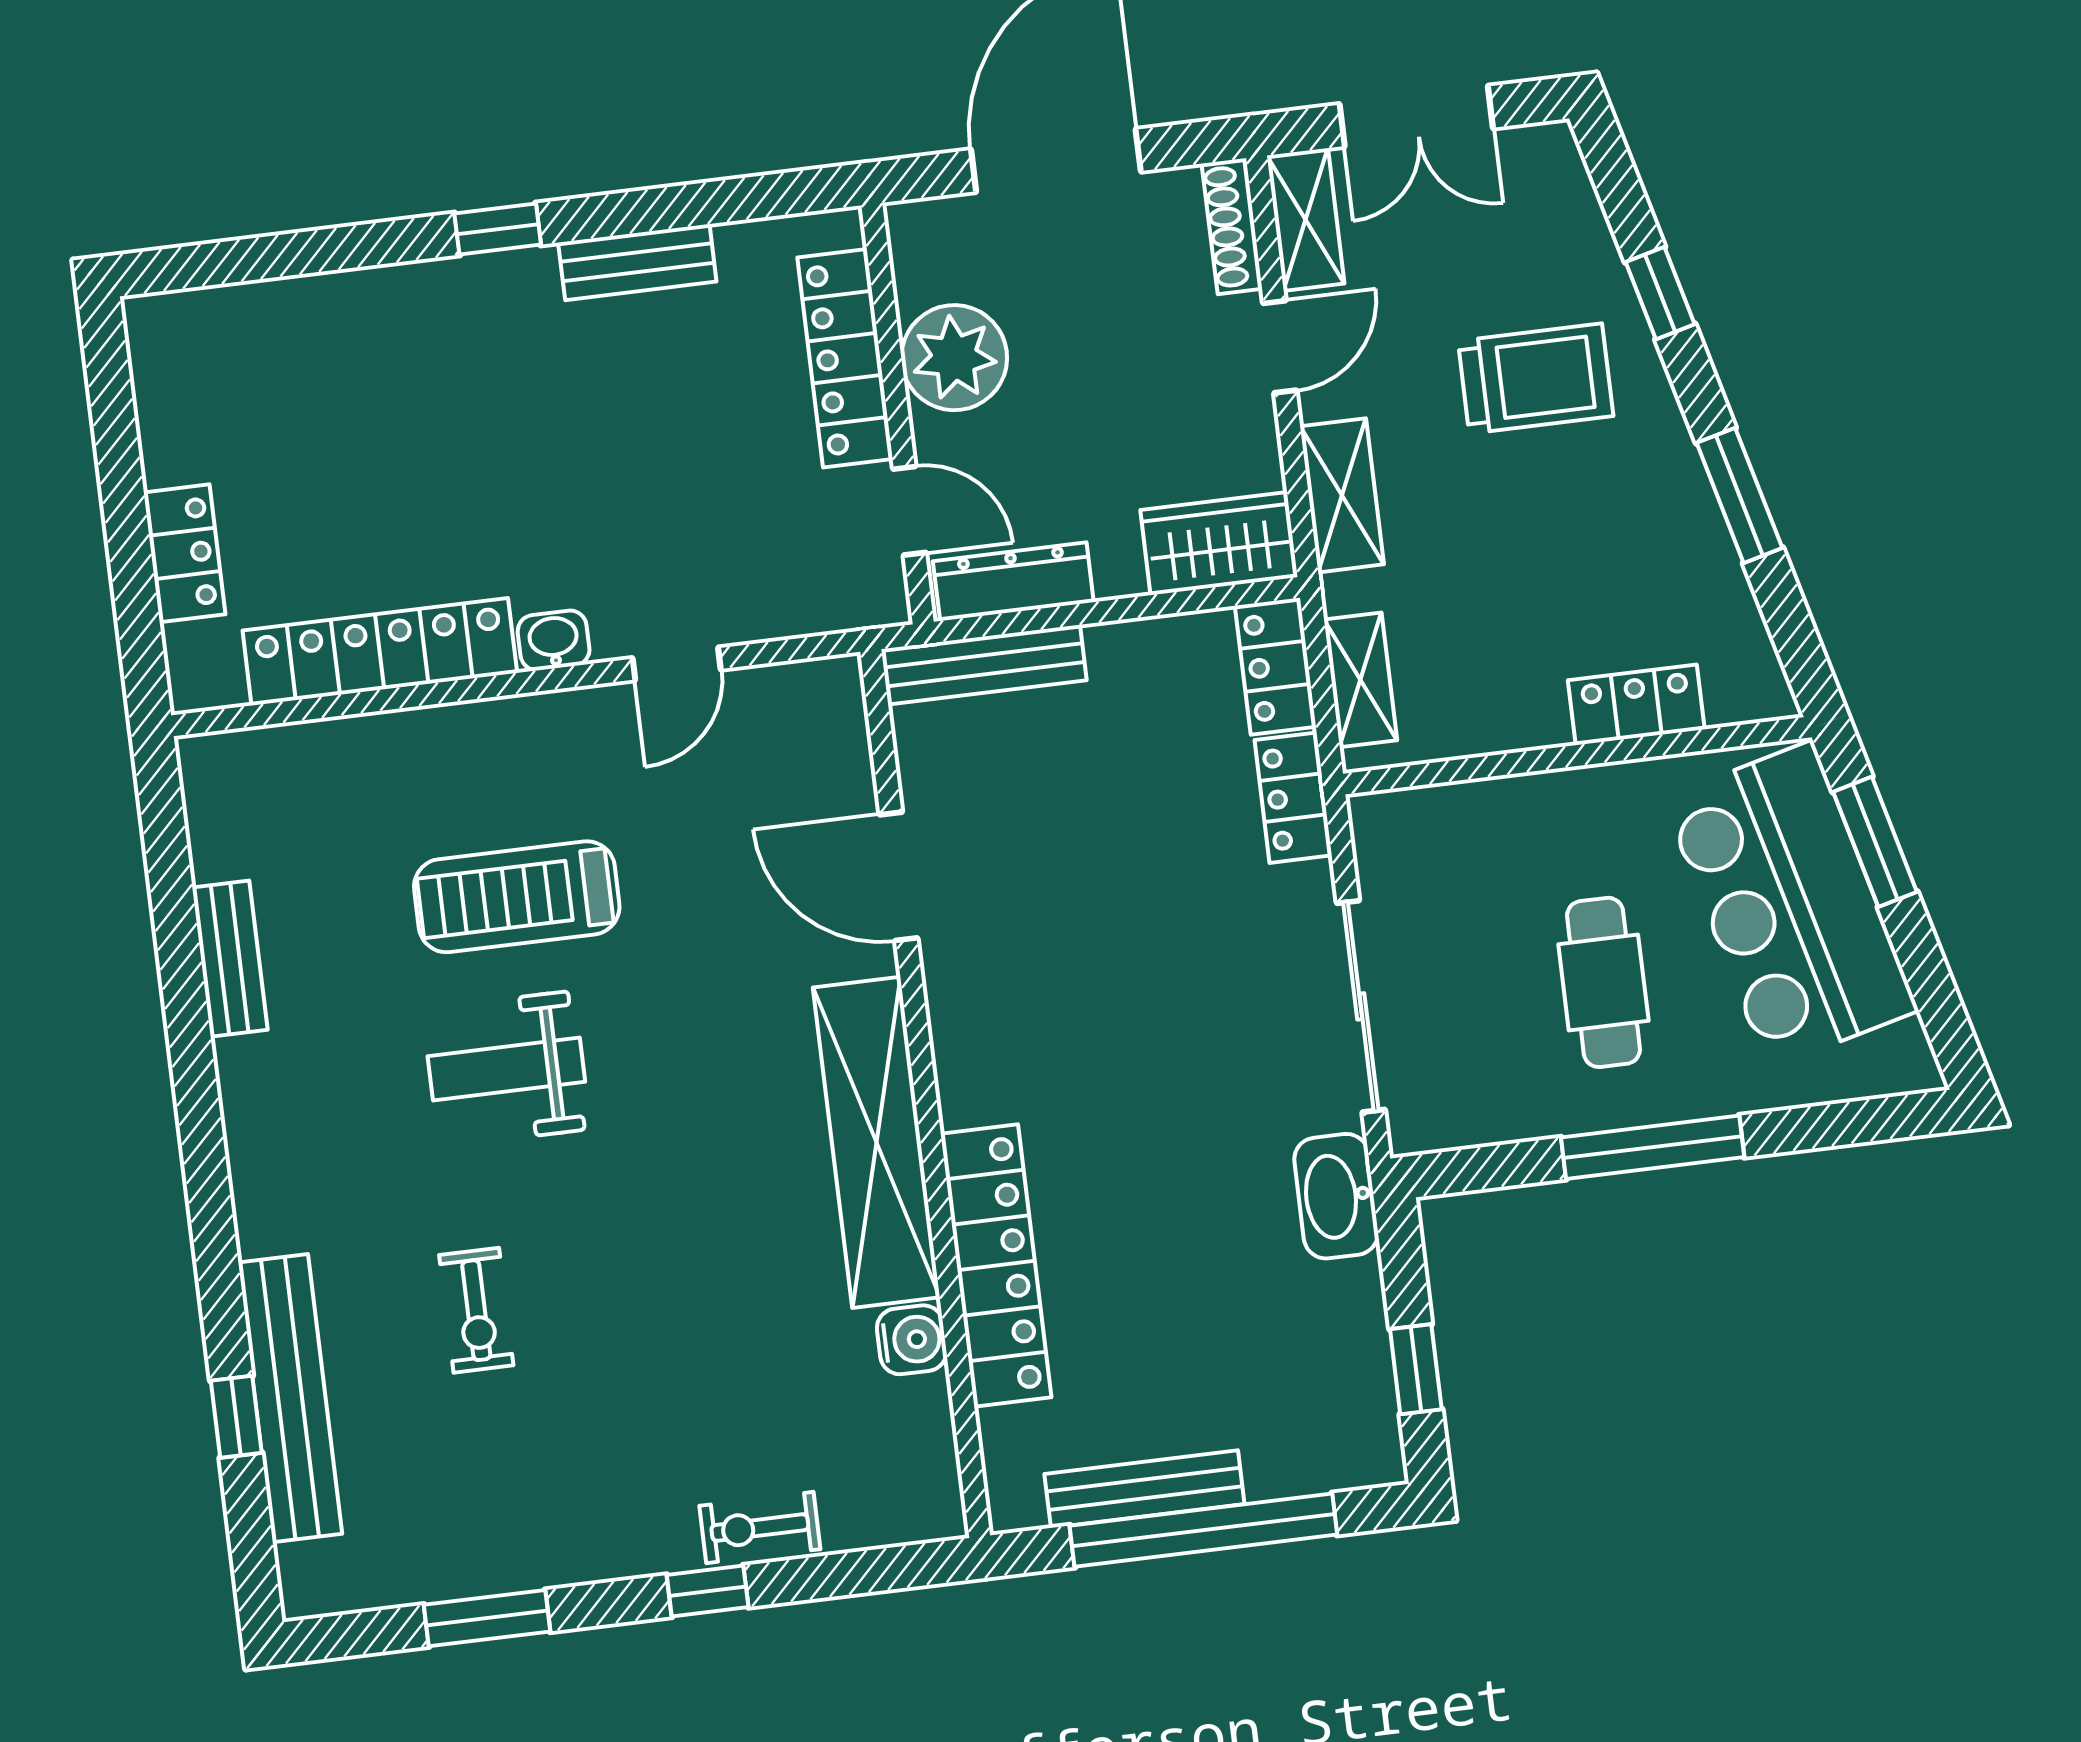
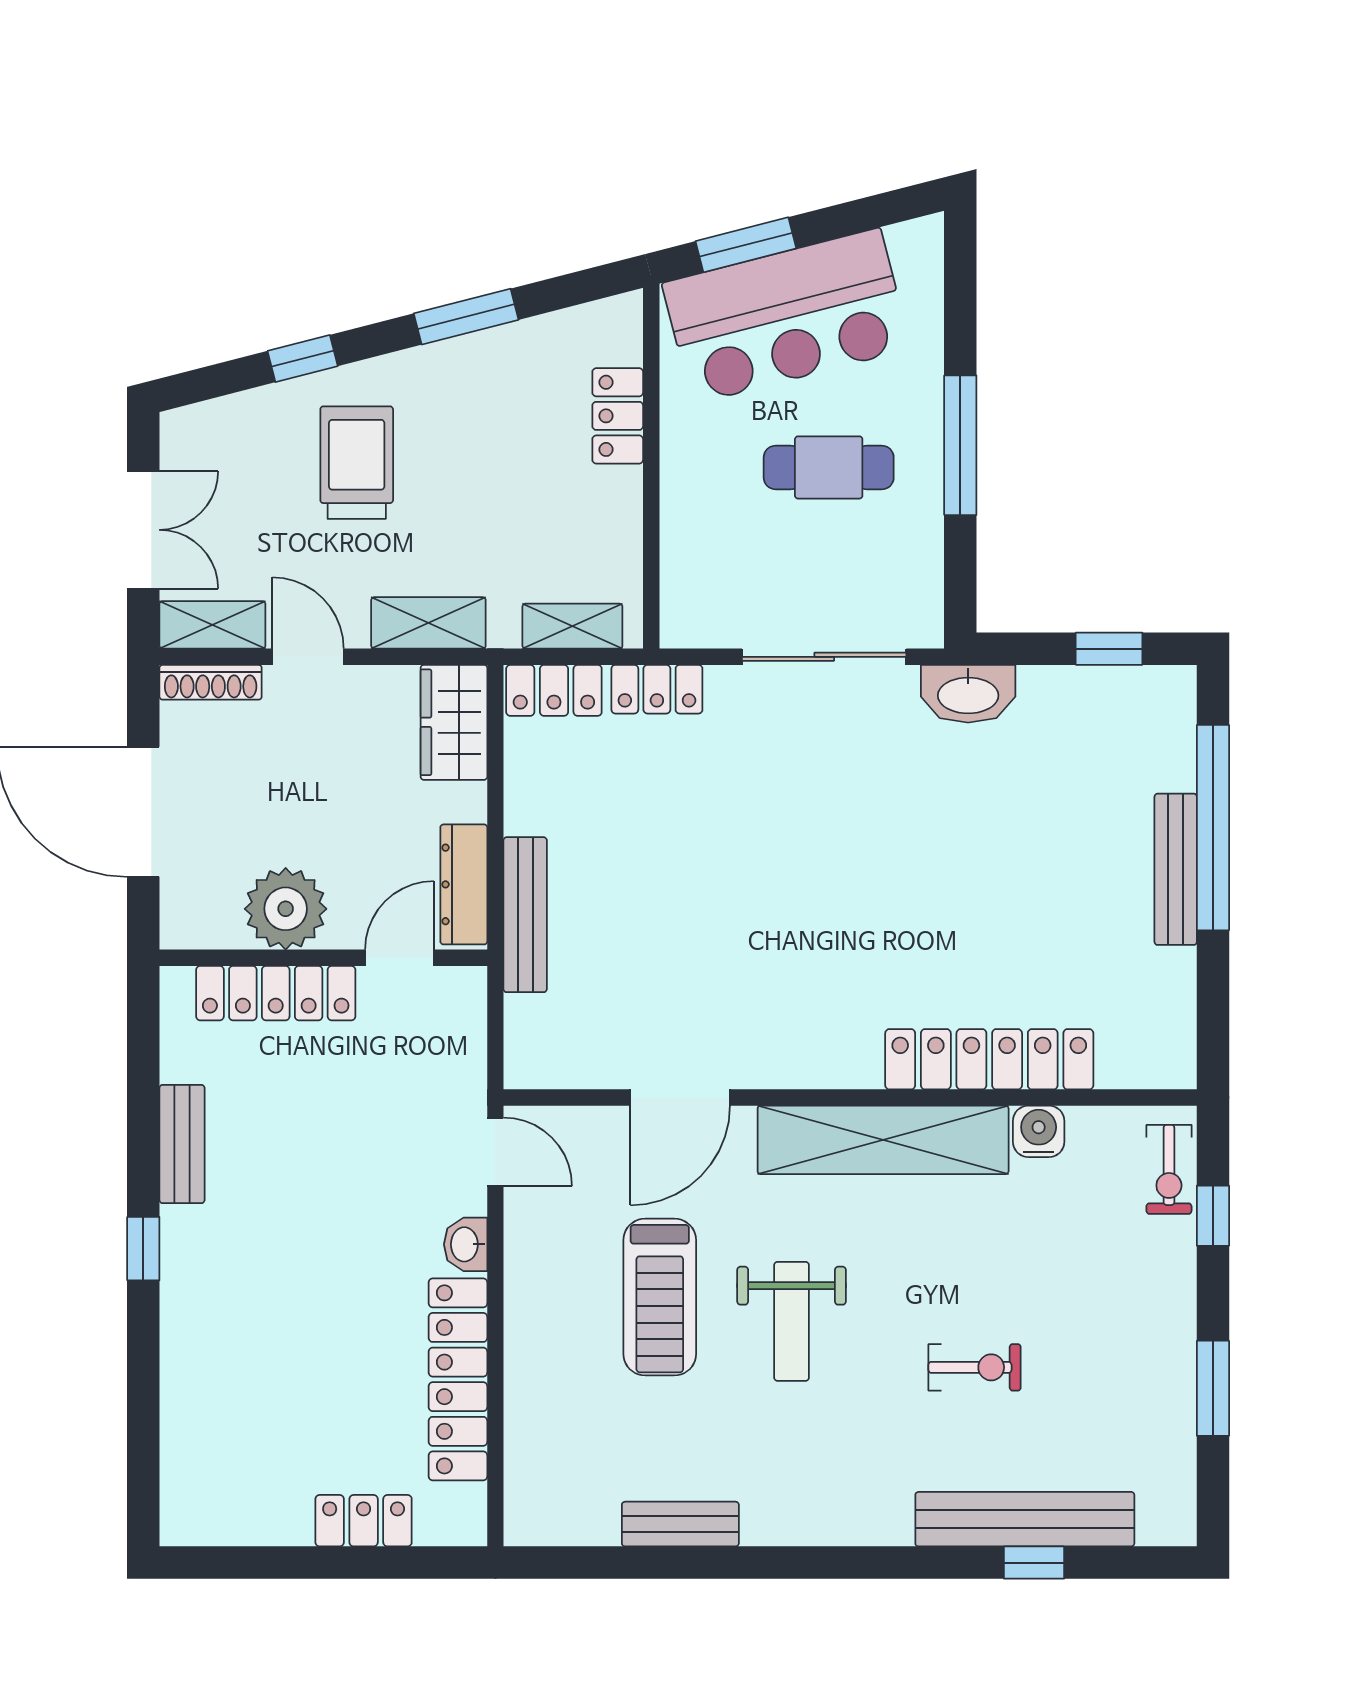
door: (899, 876) -> (680, 1098), moved
wall: (925, 1094) -> (850, 1098), moved
shelving: (876, 1142) -> (883, 1140), moved
locker: (996, 1265) -> (989, 1059), moved
water cooler: (912, 1340) -> (1039, 1131), moved

